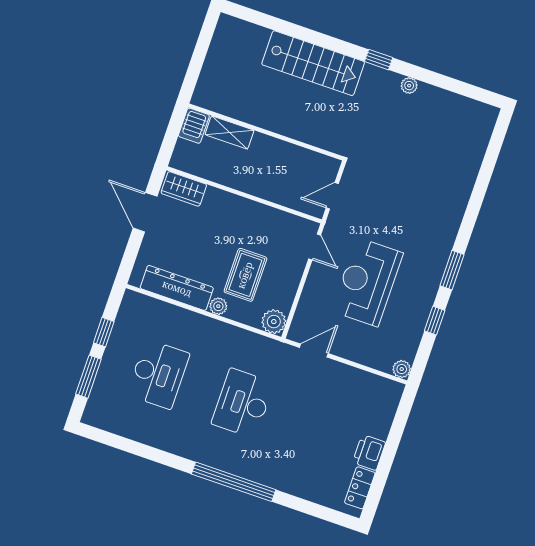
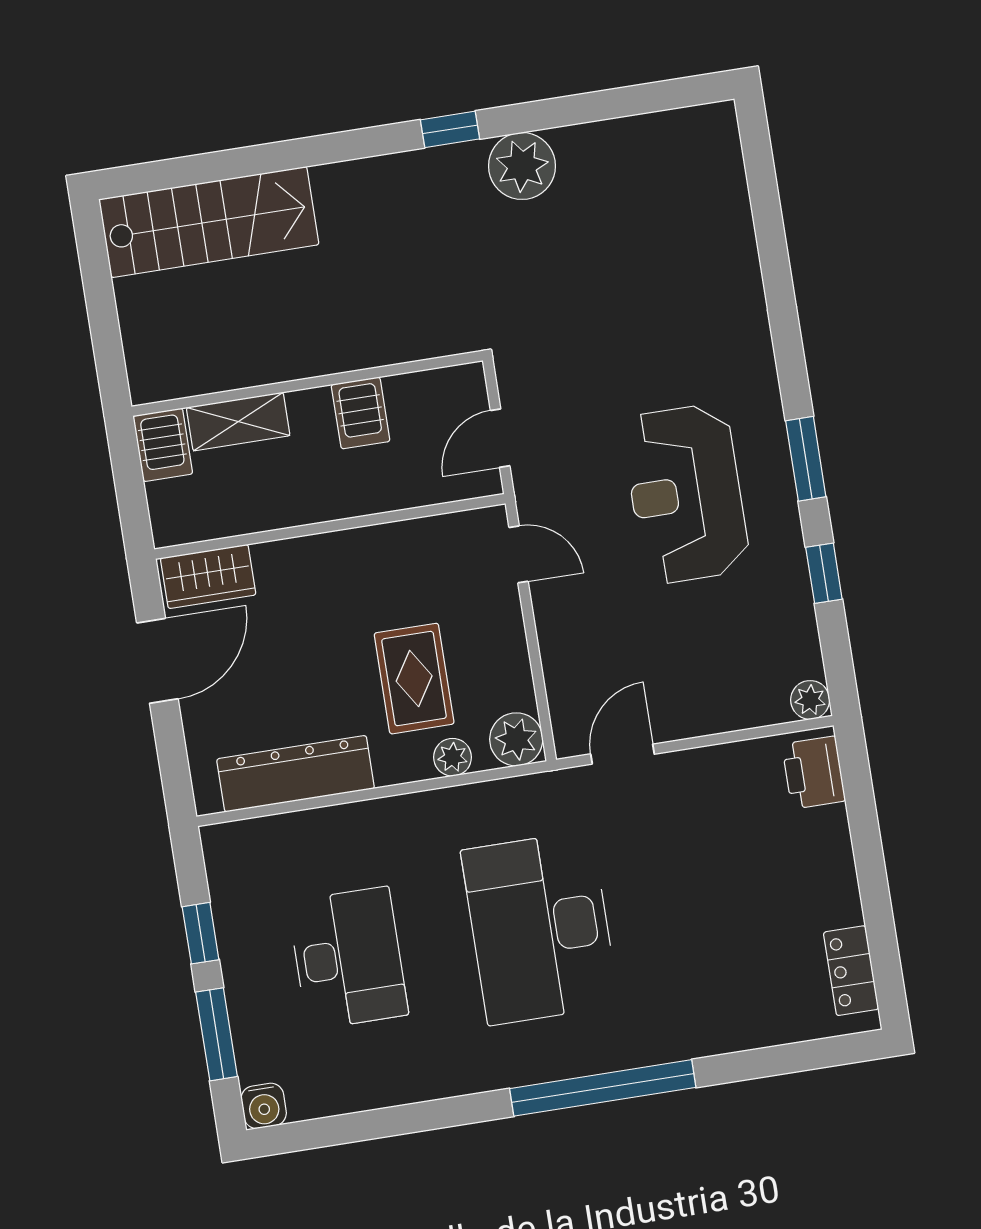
stairs: (313, 63) -> (209, 222), moved
plant: (409, 86) -> (522, 166), width x1.88, depth x1.88
server rack: (281, 155) -> (361, 413), added
door: (145, 212) -> (157, 661), swing flipped
reception desk: (367, 282) -> (686, 494), moved
plant: (218, 306) -> (453, 757), moved
desk: (243, 403) -> (540, 928), width x1.36, depth x1.30
water cooler: (92, 416) -> (264, 1106), added
printer: (369, 453) -> (814, 773), moved

